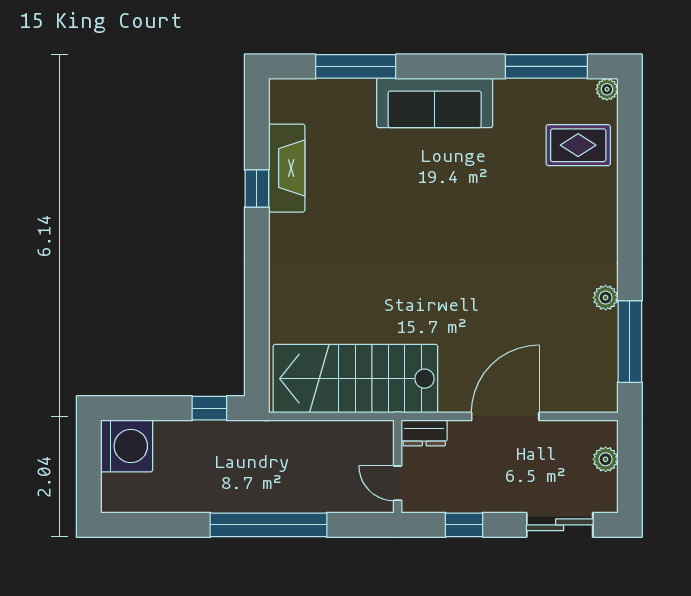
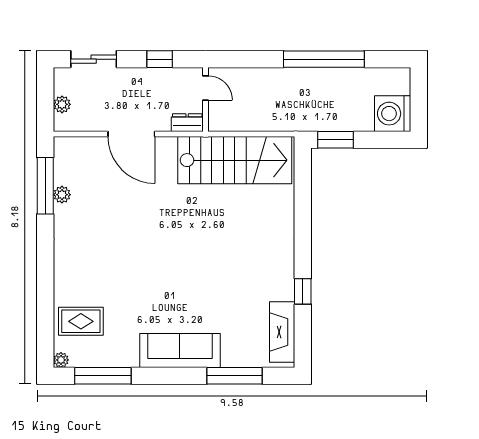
fireplace: (287, 168) -> (282, 332), moved
plant: (606, 298) -> (62, 195), moved
window: (209, 408) -> (335, 140), width x1.50
door: (505, 416) -> (131, 134), hinge flipped
window: (269, 525) -> (324, 59), moved

